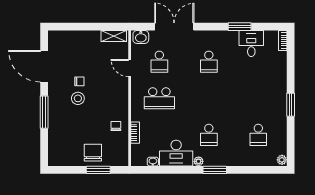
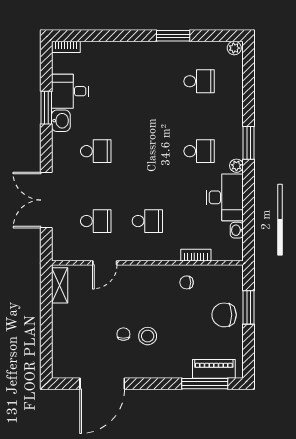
washbasin: (141, 37) -> (61, 121), moved
school desk: (159, 98) -> (147, 221), width x0.54
window: (291, 105) -> (173, 36), moved
window: (44, 112) -> (205, 384), moved
piano: (55, 145) -> (214, 369), added

